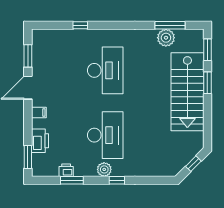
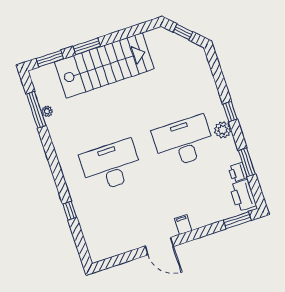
plant: (166, 38) -> (47, 111), width x0.53, depth x0.53
window: (28, 56) -> (124, 258), removed
printer: (40, 141) -> (243, 195), moved, turned -90

